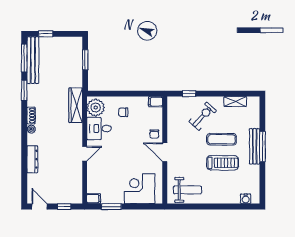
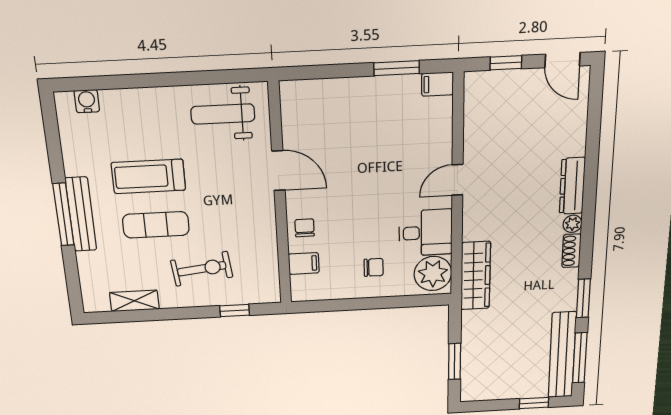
filing cabinet: (156, 102) -> (304, 263), moved
exercise bike: (203, 116) -> (202, 269), turned -139
door: (165, 152) -> (278, 171), moved
dresser: (32, 159) -> (572, 186), moved
corner desk: (140, 189) -> (333, 111), removed

